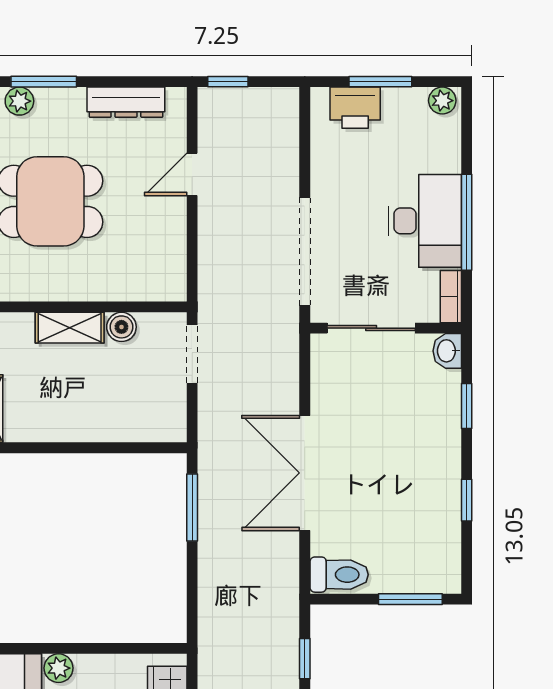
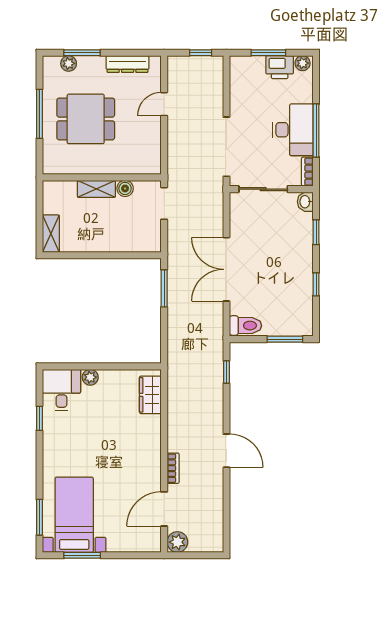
window: (228, 82) -> (201, 53), moved
printer: (355, 108) -> (280, 67), moved

